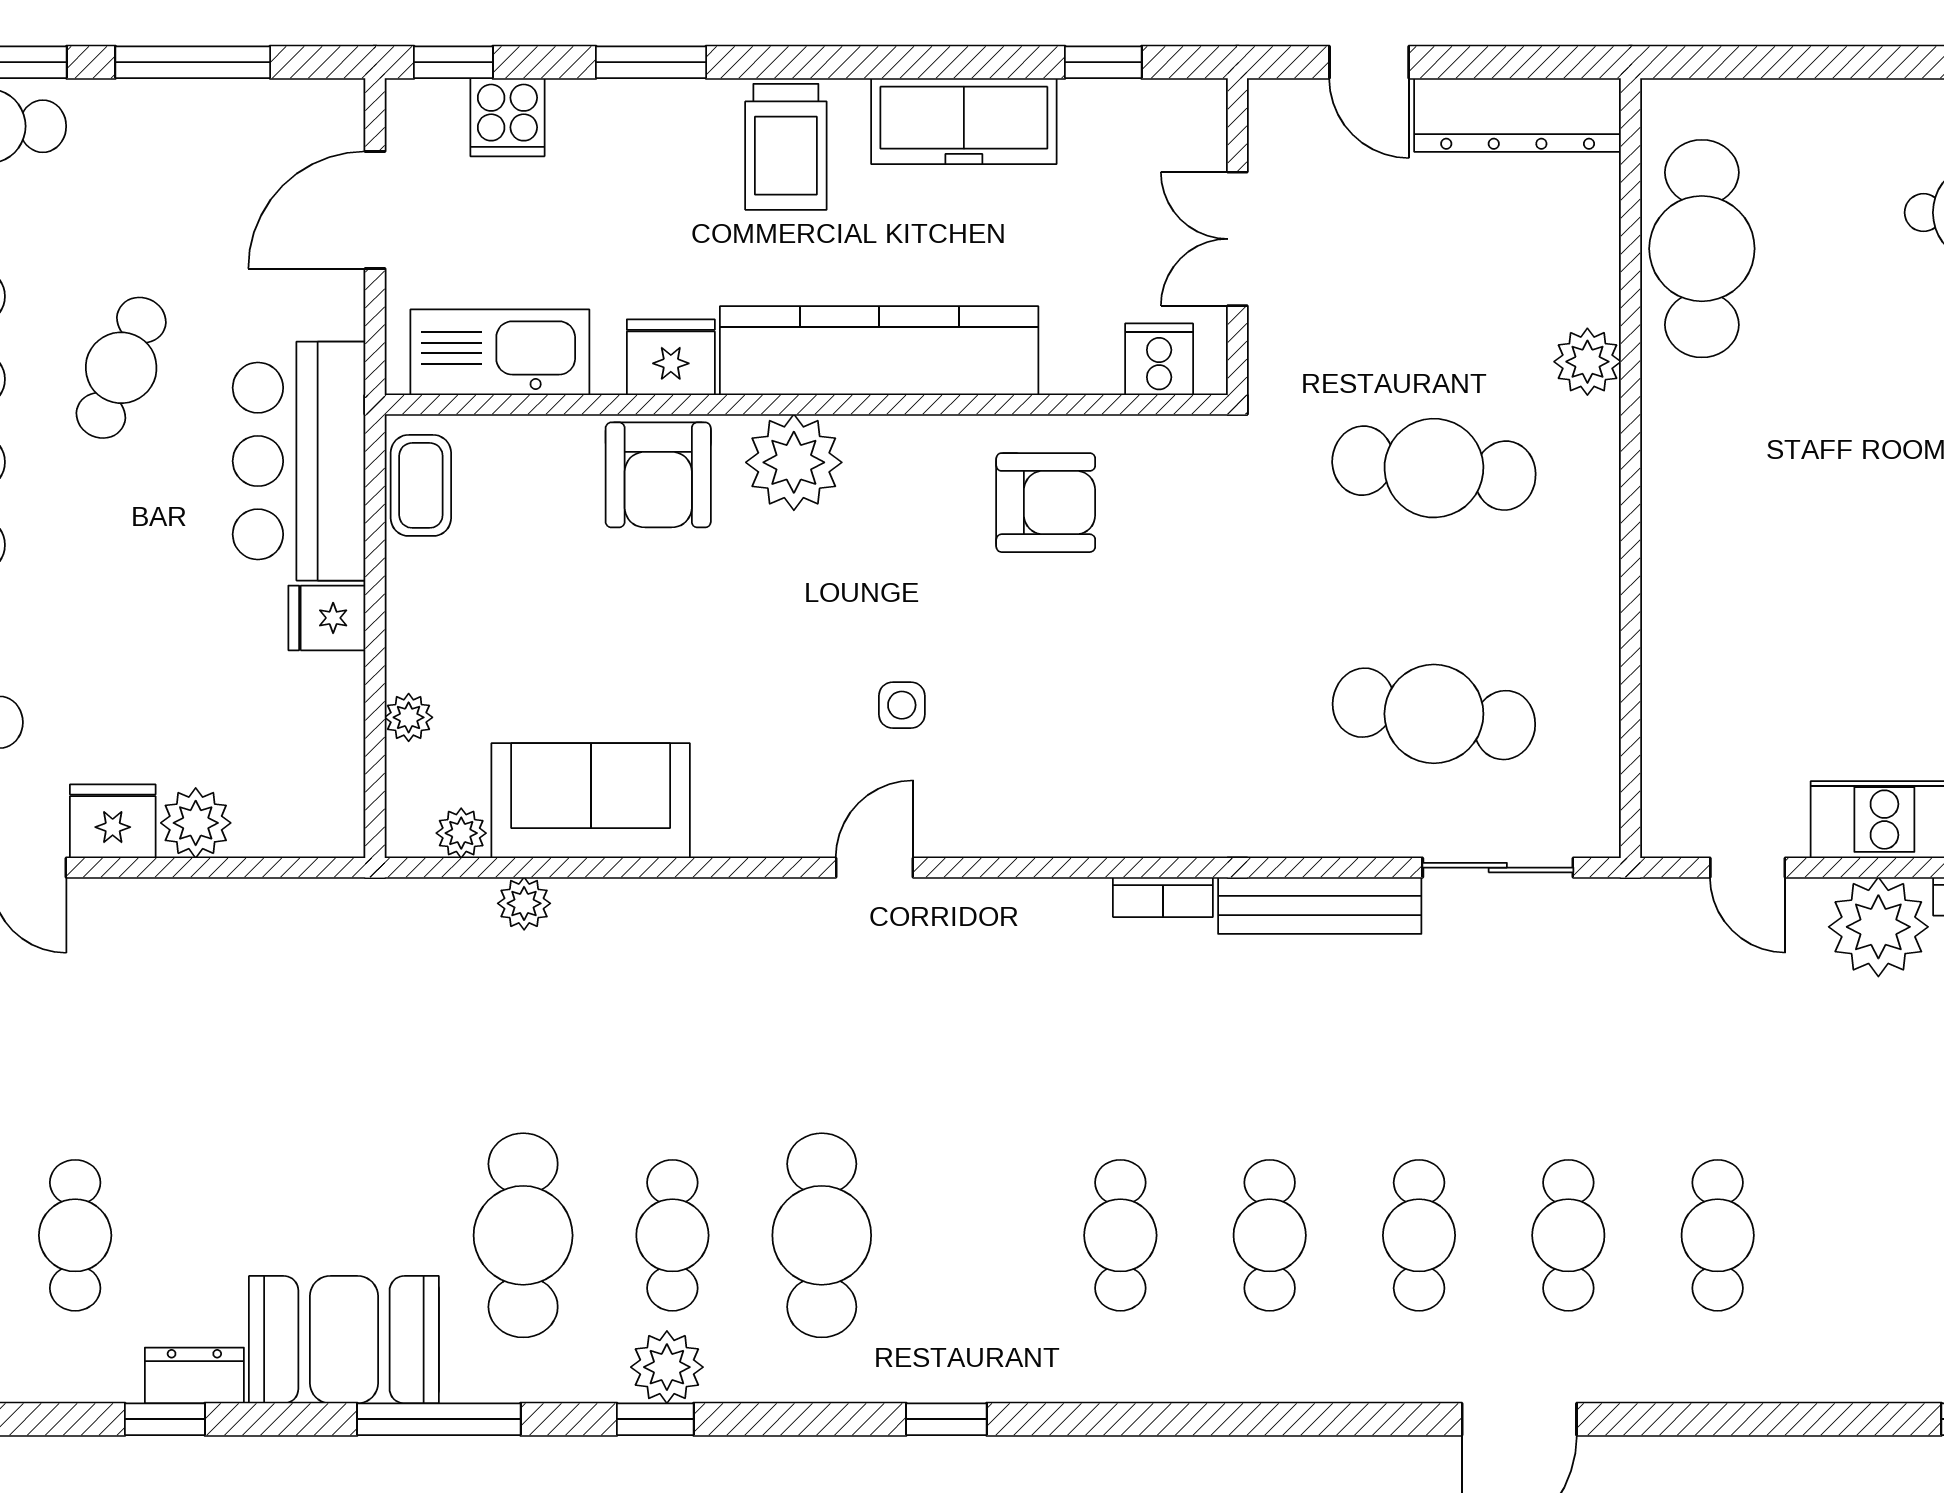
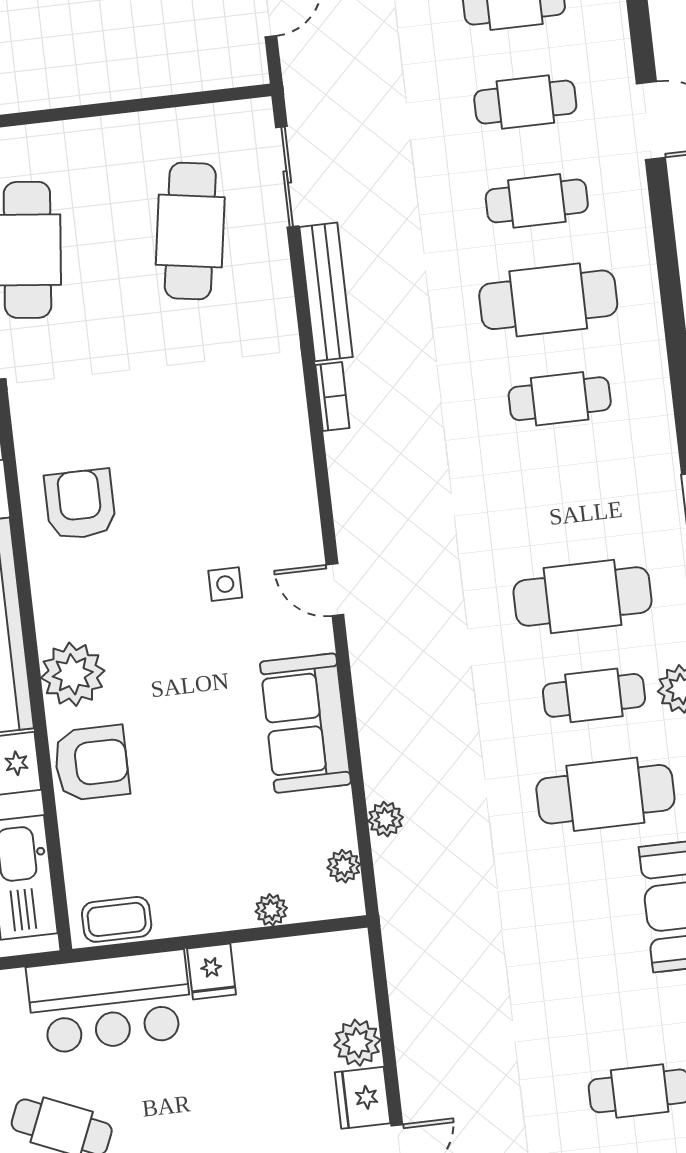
sofa: (591, 801) -> (305, 723), moved
cafe table: (1270, 1235) -> (548, 300), width x1.37, depth x1.35

